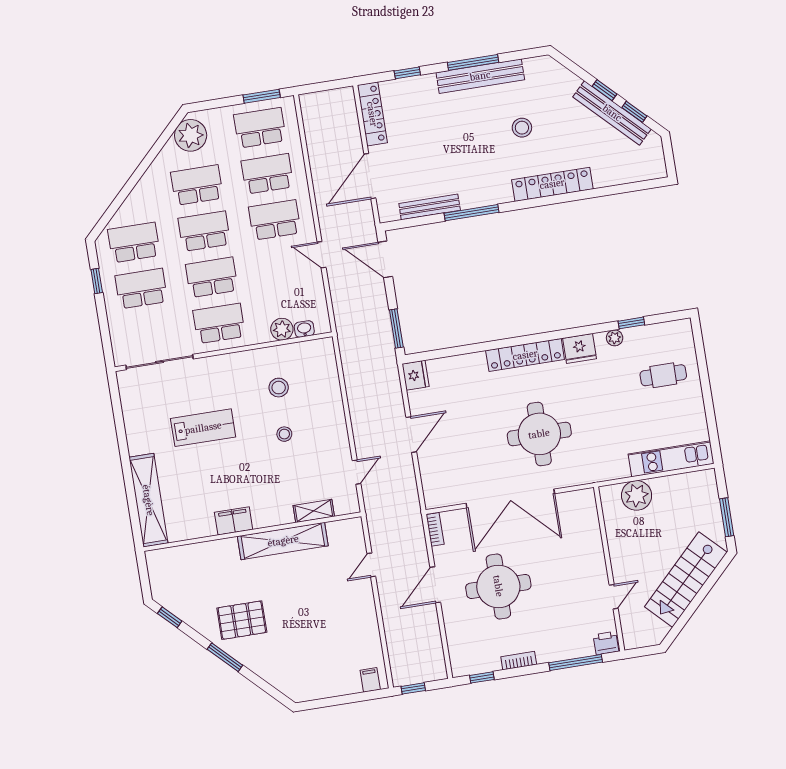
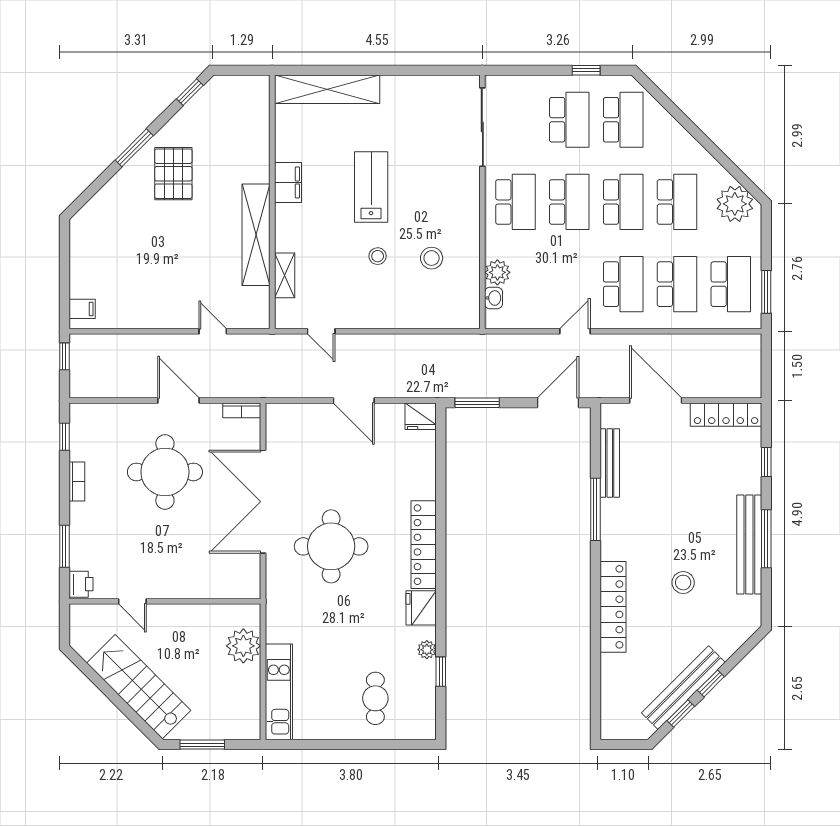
lab bench: (203, 428) -> (371, 187), moved, turned 180
window: (576, 662) -> (64, 546), width x0.69

